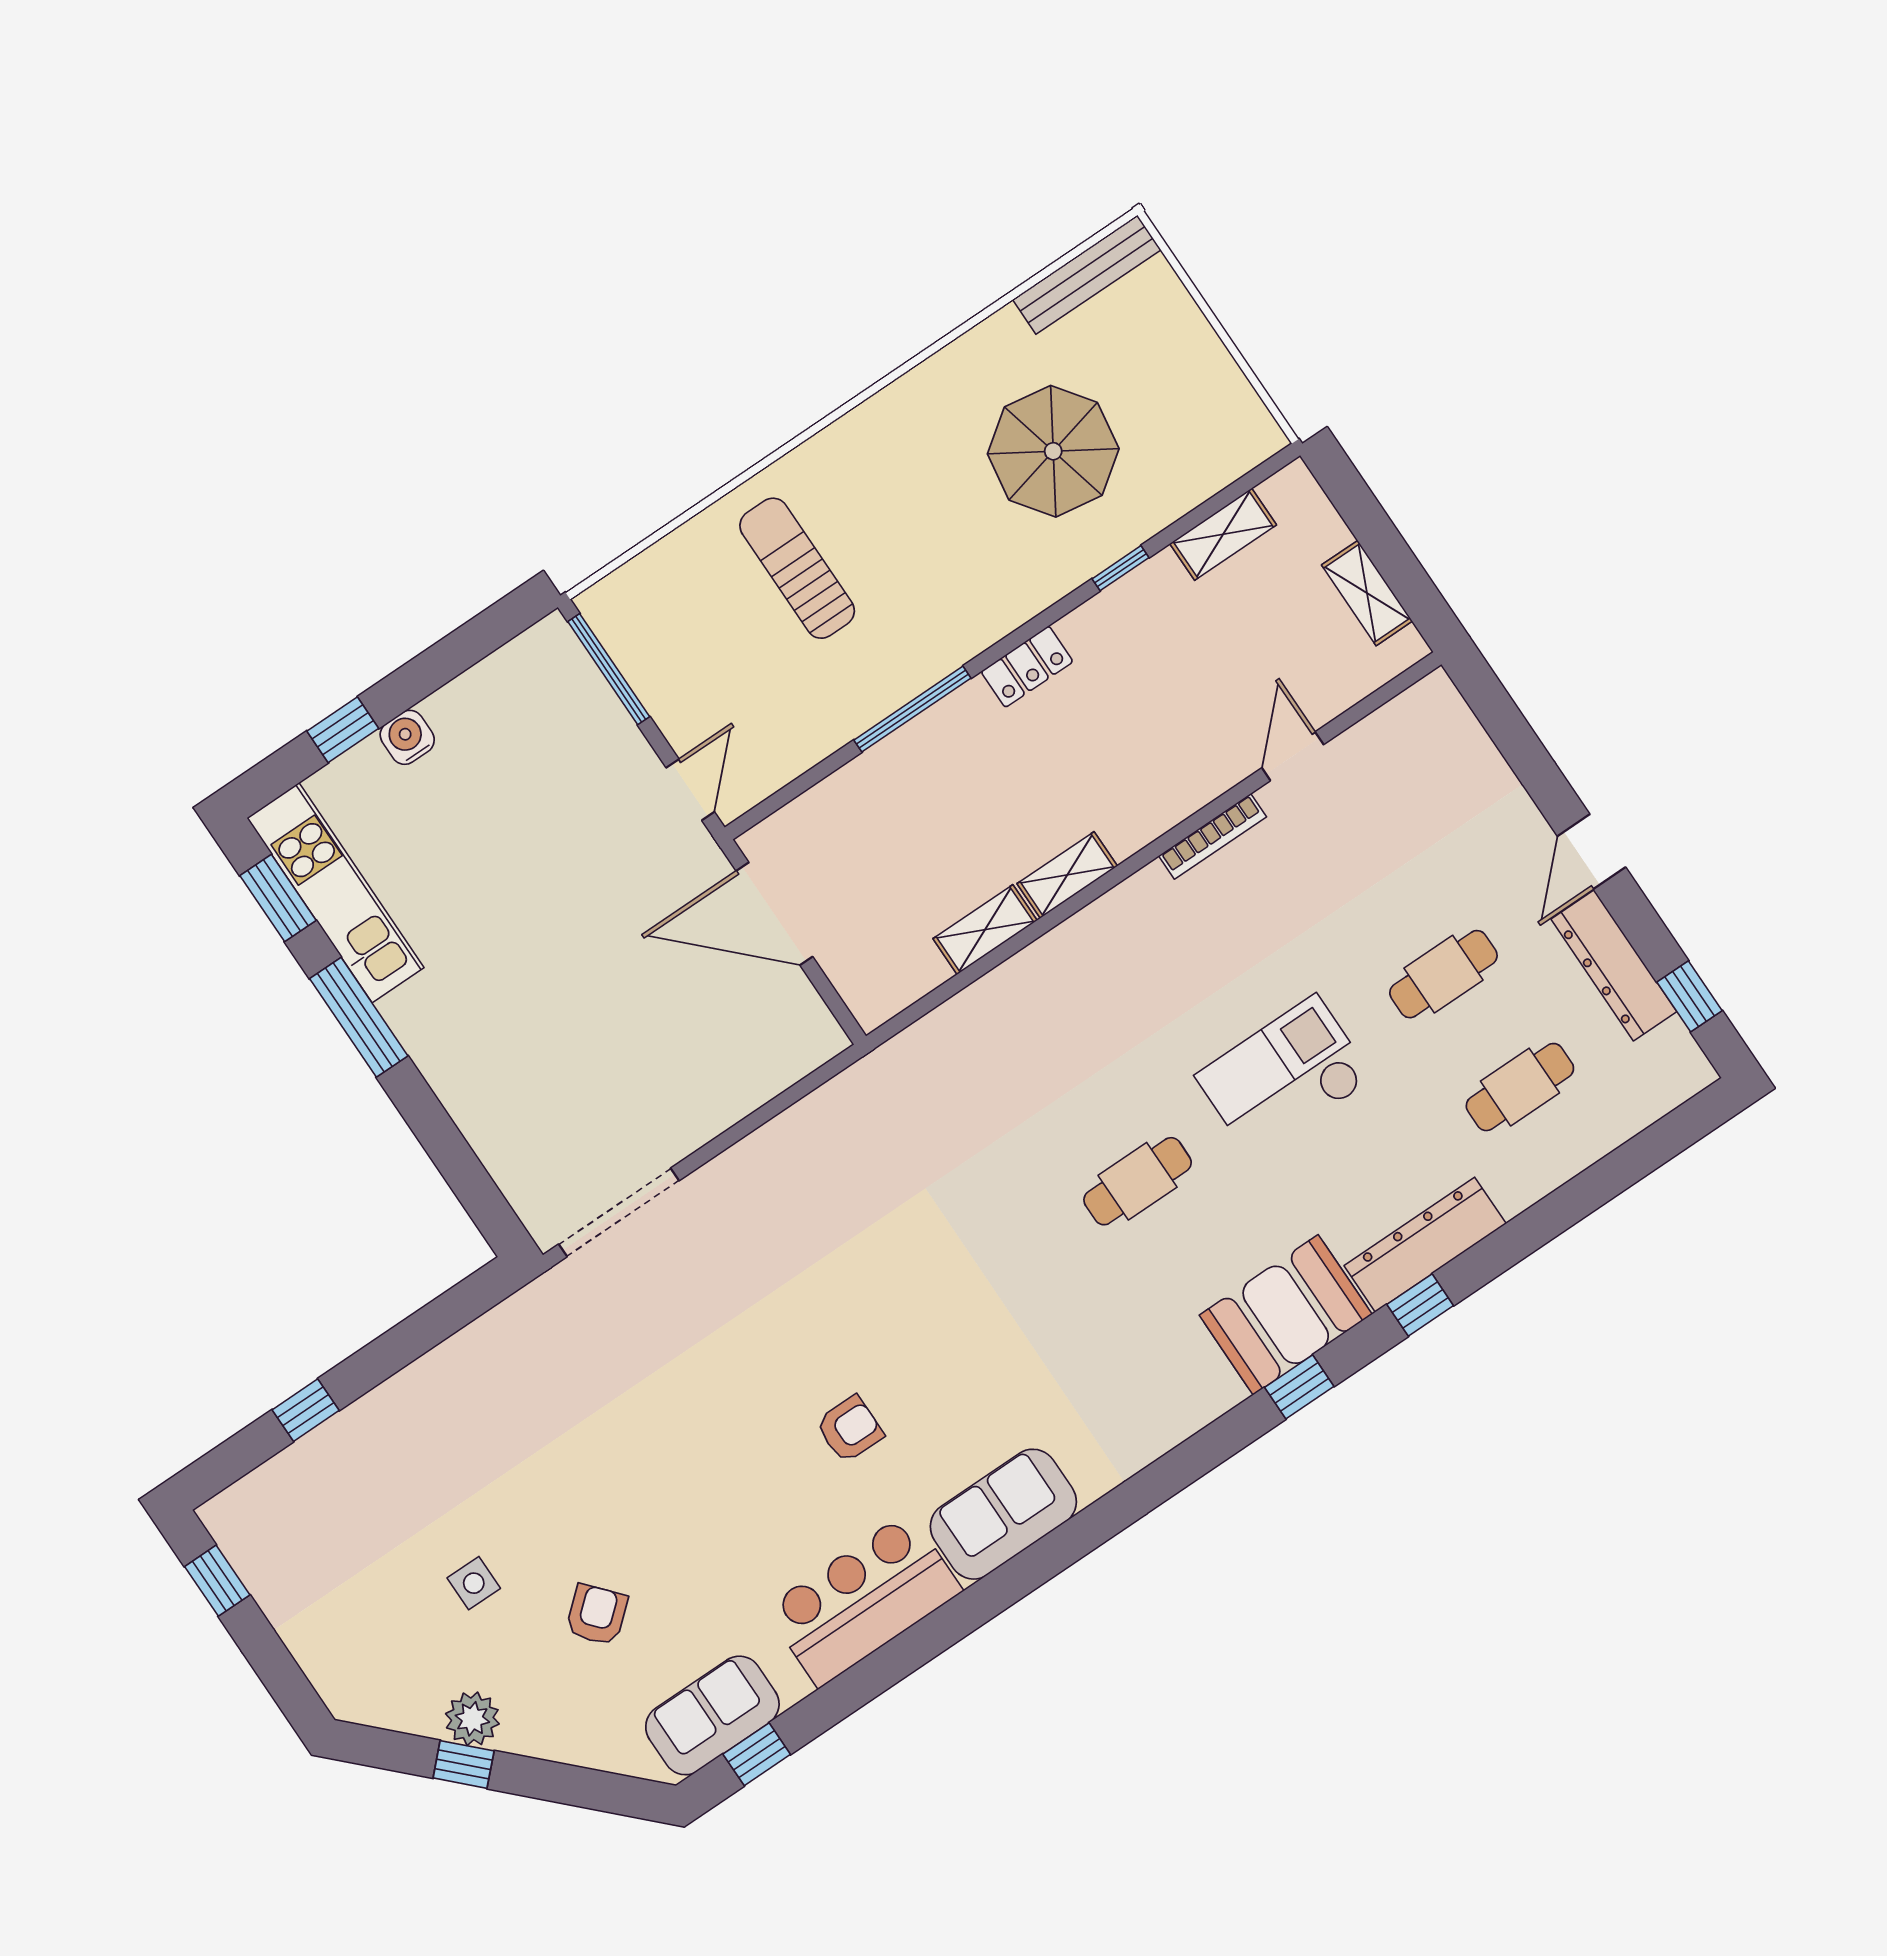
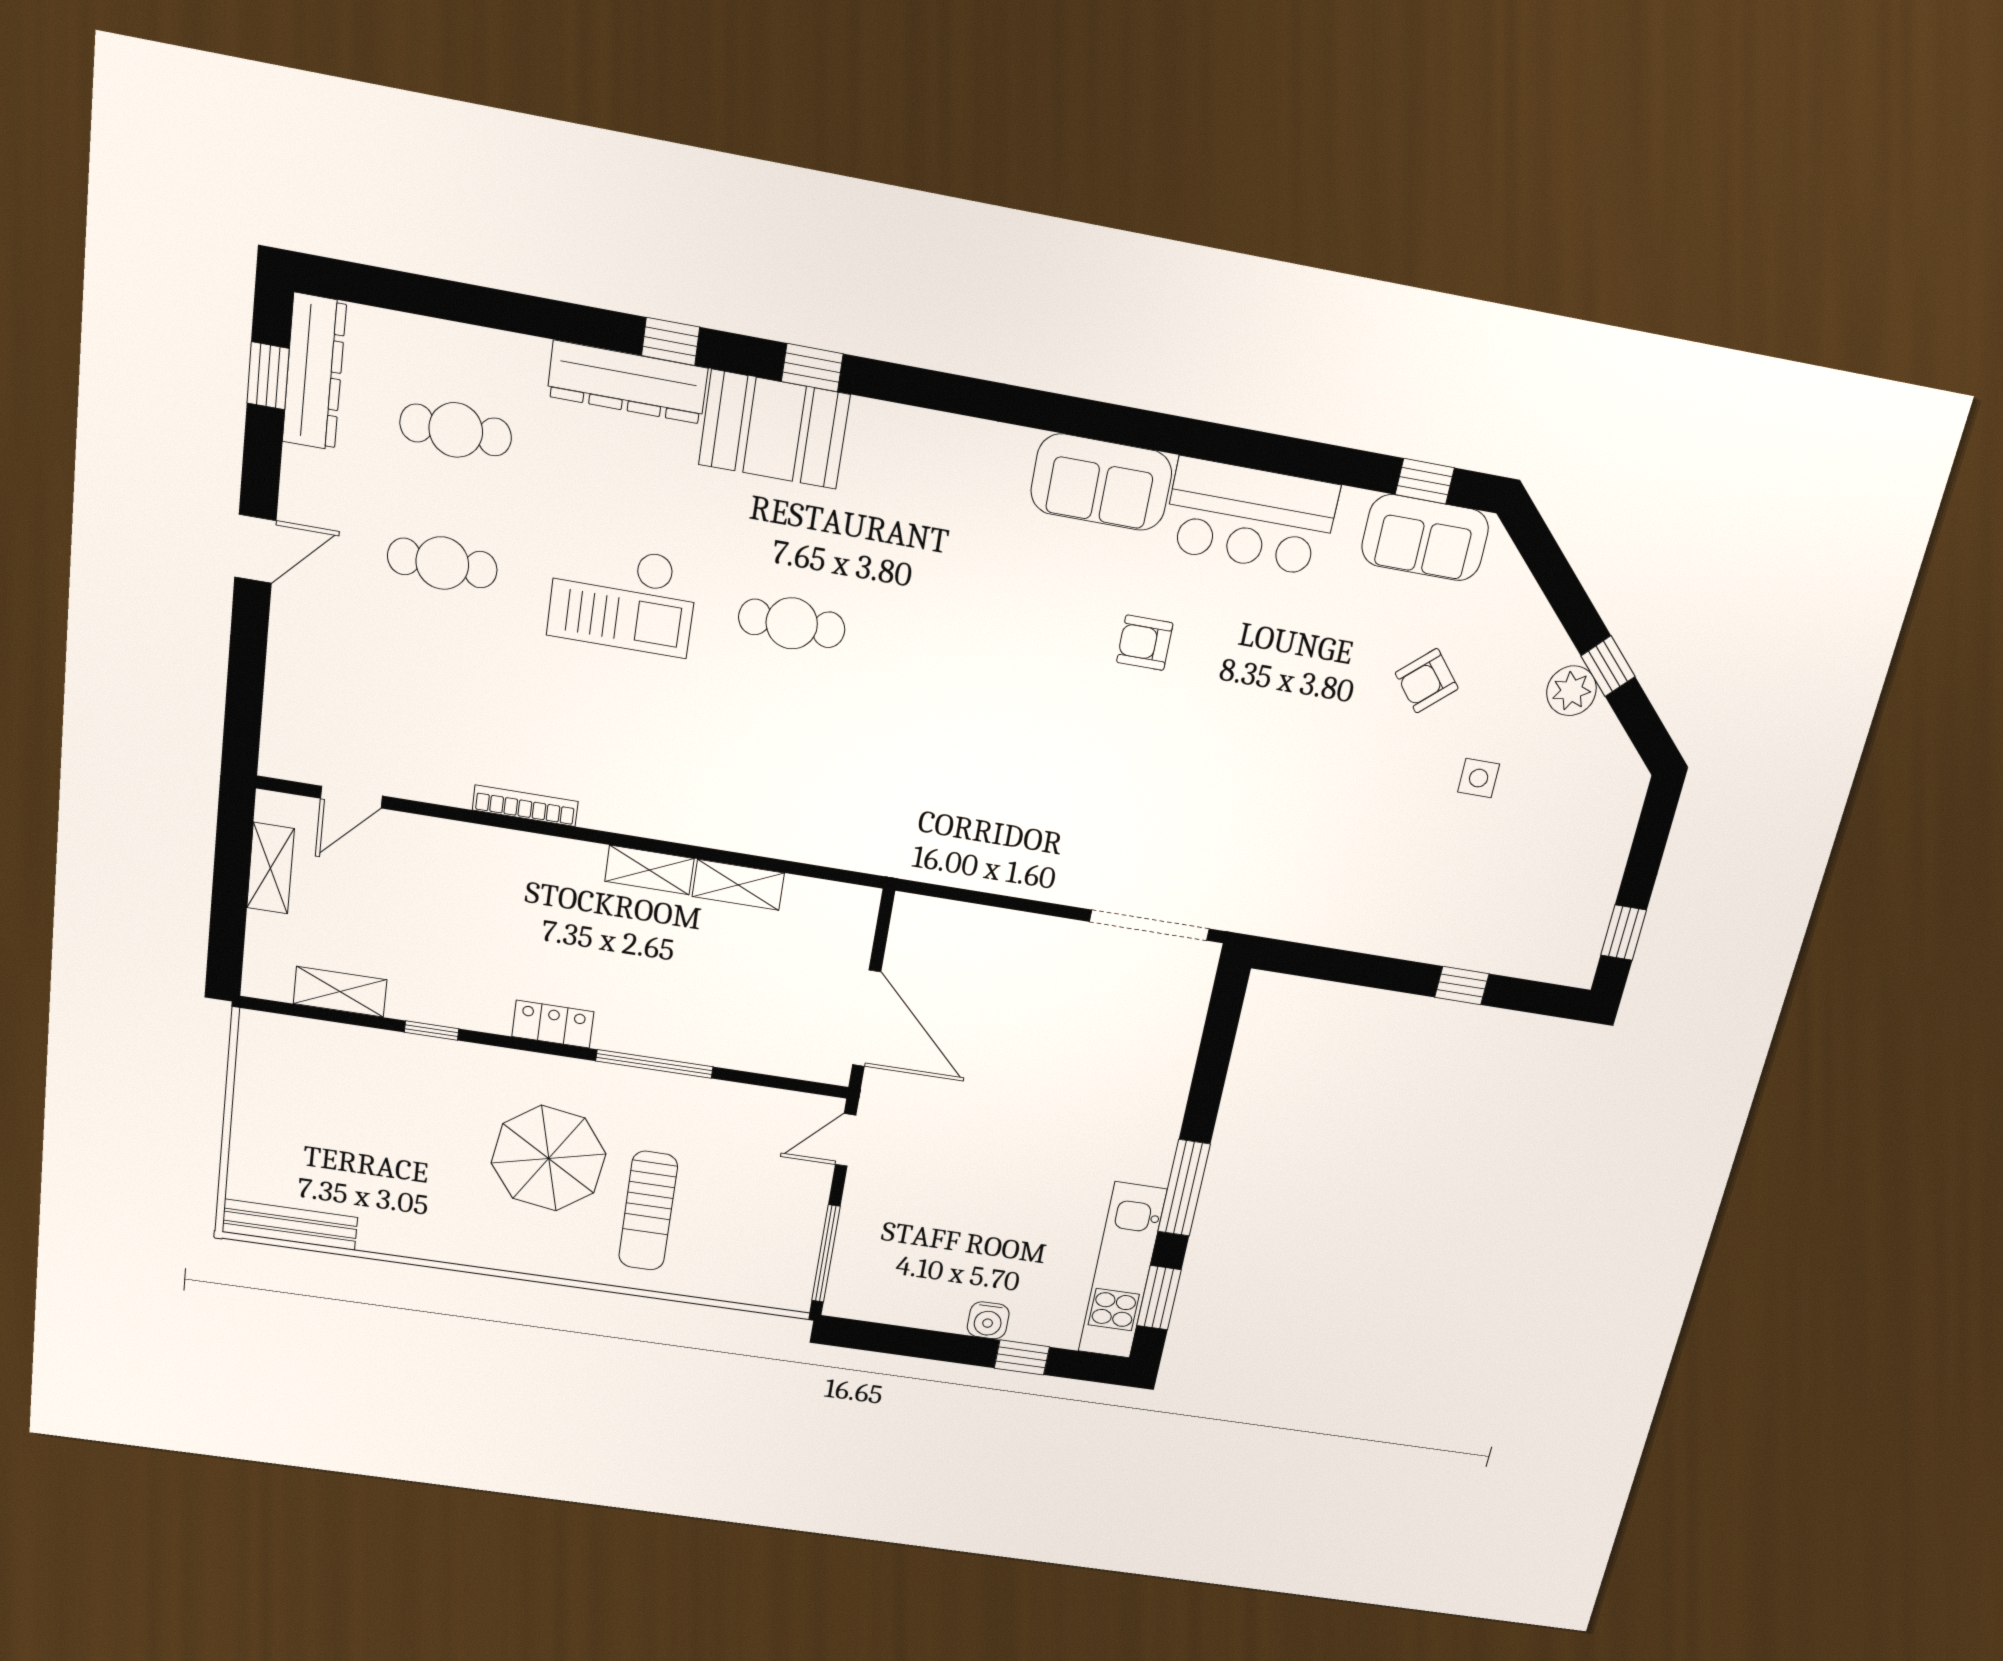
parasol: (1053, 451) -> (549, 1158), moved
door: (1293, 756) -> (351, 797), moved
dresser: (1614, 965) -> (314, 372), moved

